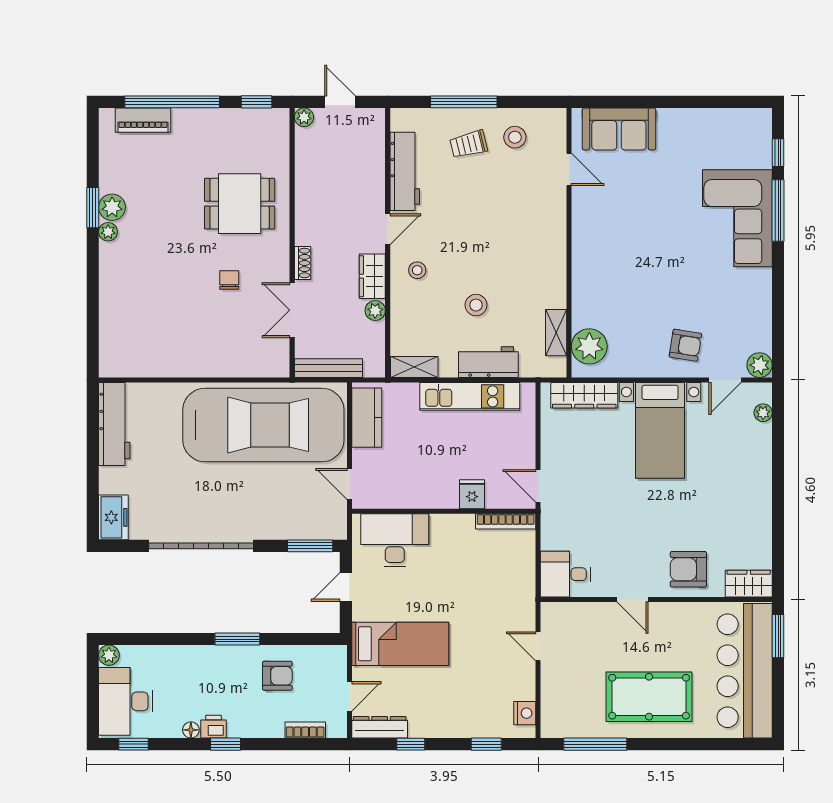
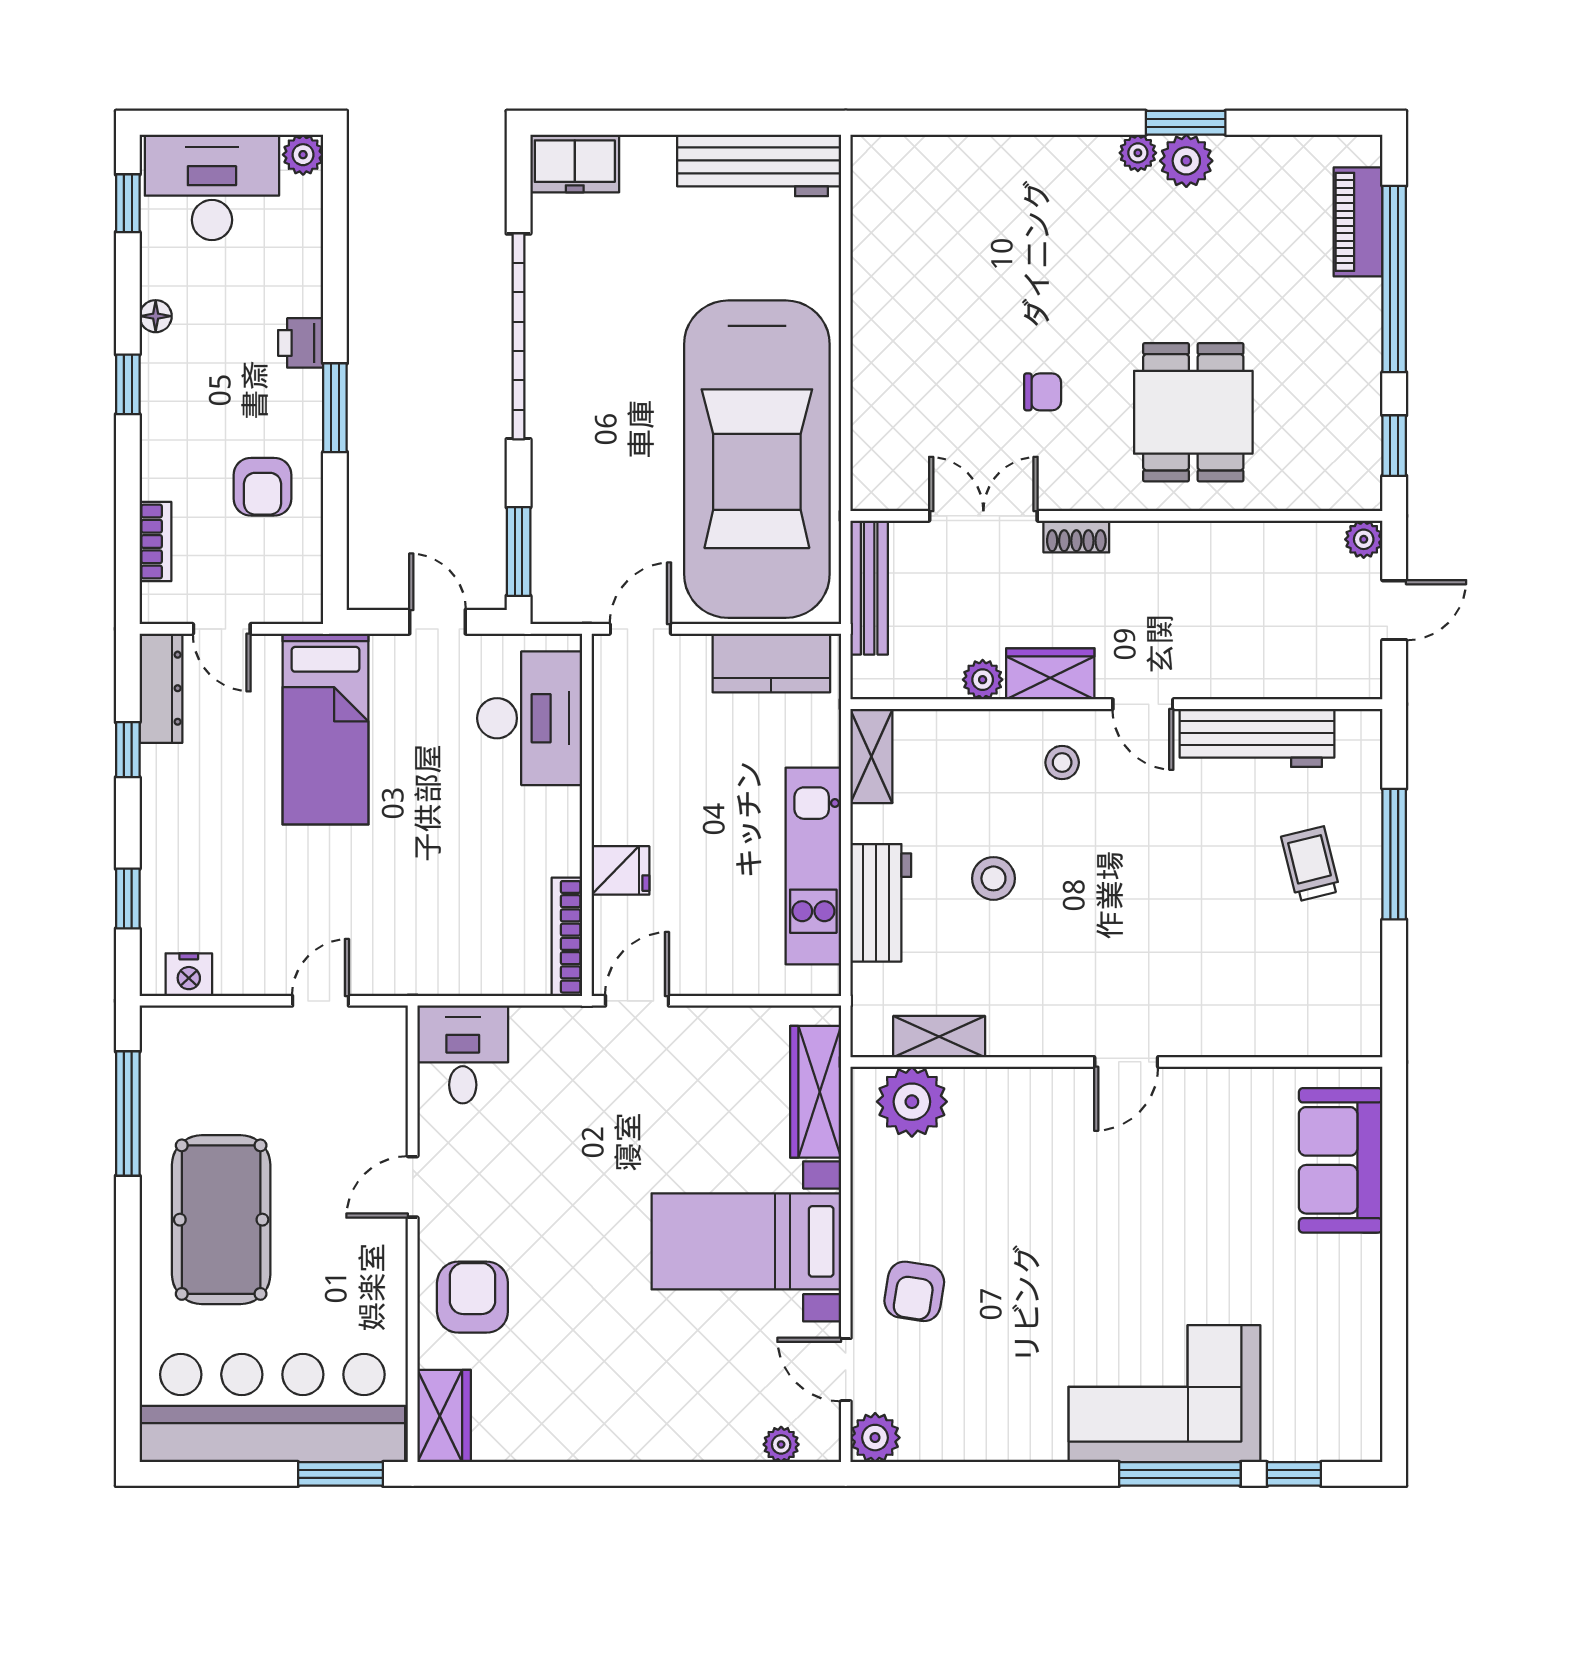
stool: (515, 137) -> (1324, 955), removed
door: (569, 169) -> (1126, 1062), moved
printer: (213, 727) -> (301, 343), moved, turned 180

